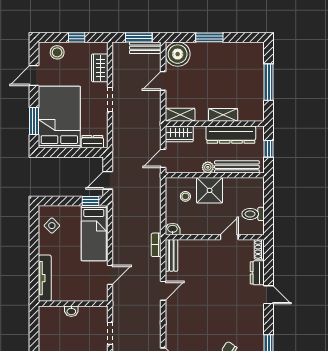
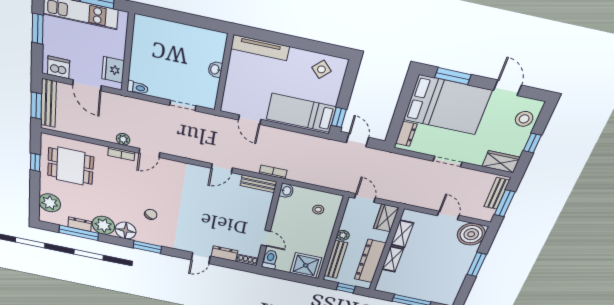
bench: (145, 48) -> (497, 193), moved
wardrobe: (100, 68) -> (501, 162), moved
shelving: (180, 115) -> (402, 234), moved
shower: (210, 190) -> (306, 265), moved
toilet: (253, 214) -> (270, 260), moved
door: (163, 291) -> (222, 168), hinge flipped

